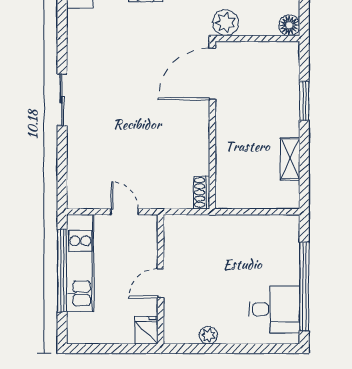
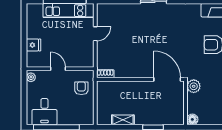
armchair: (229, 238) -> (81, 88), added
wall: (161, 279) -> (60, 69), moved
door: (161, 283) -> (58, 69), moved

